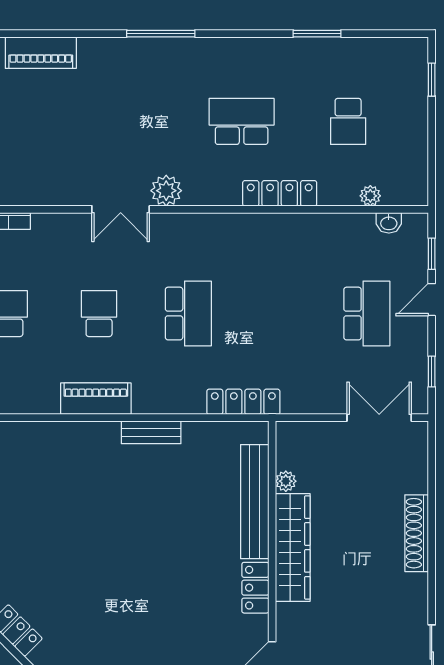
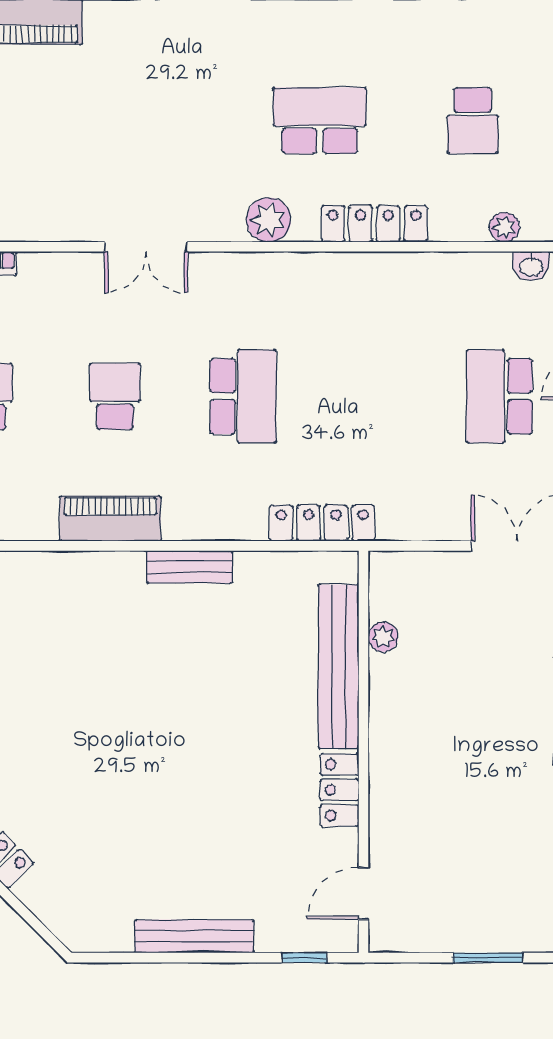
plant: (166, 191) -> (269, 220), moved
school desk: (367, 314) -> (499, 396), turned 180
wardrobe: (293, 547) -> (393, 732), removed

